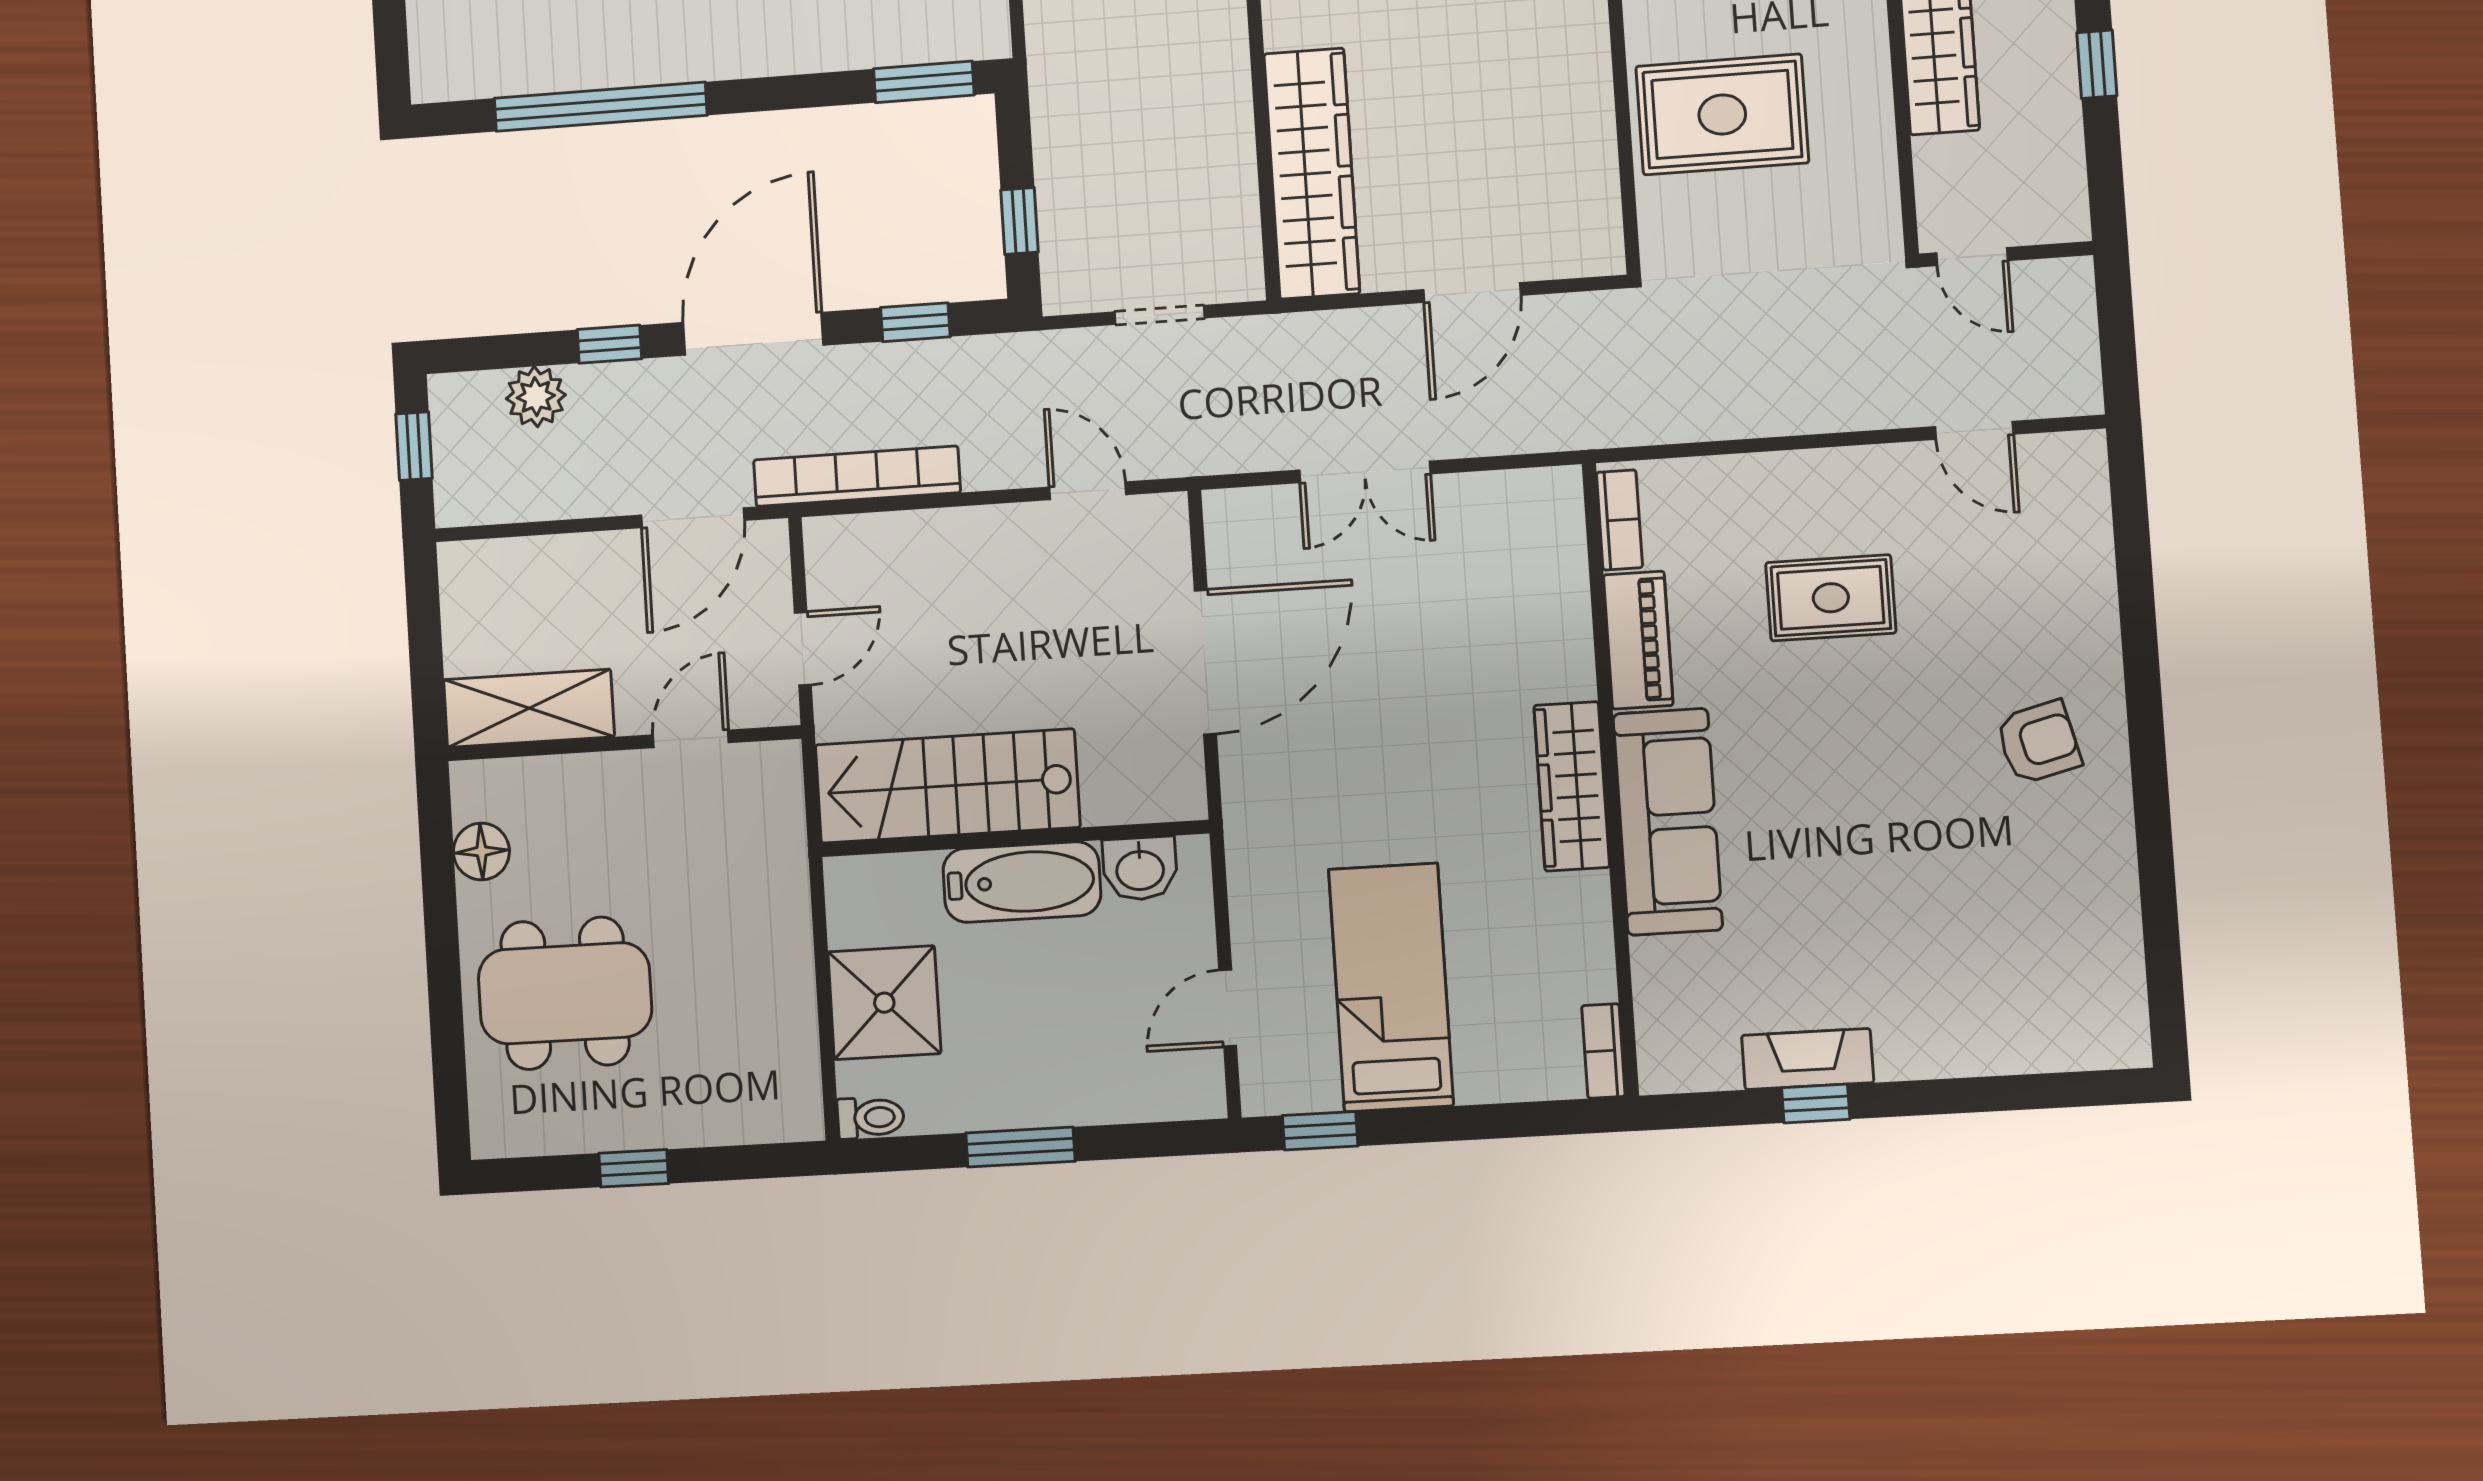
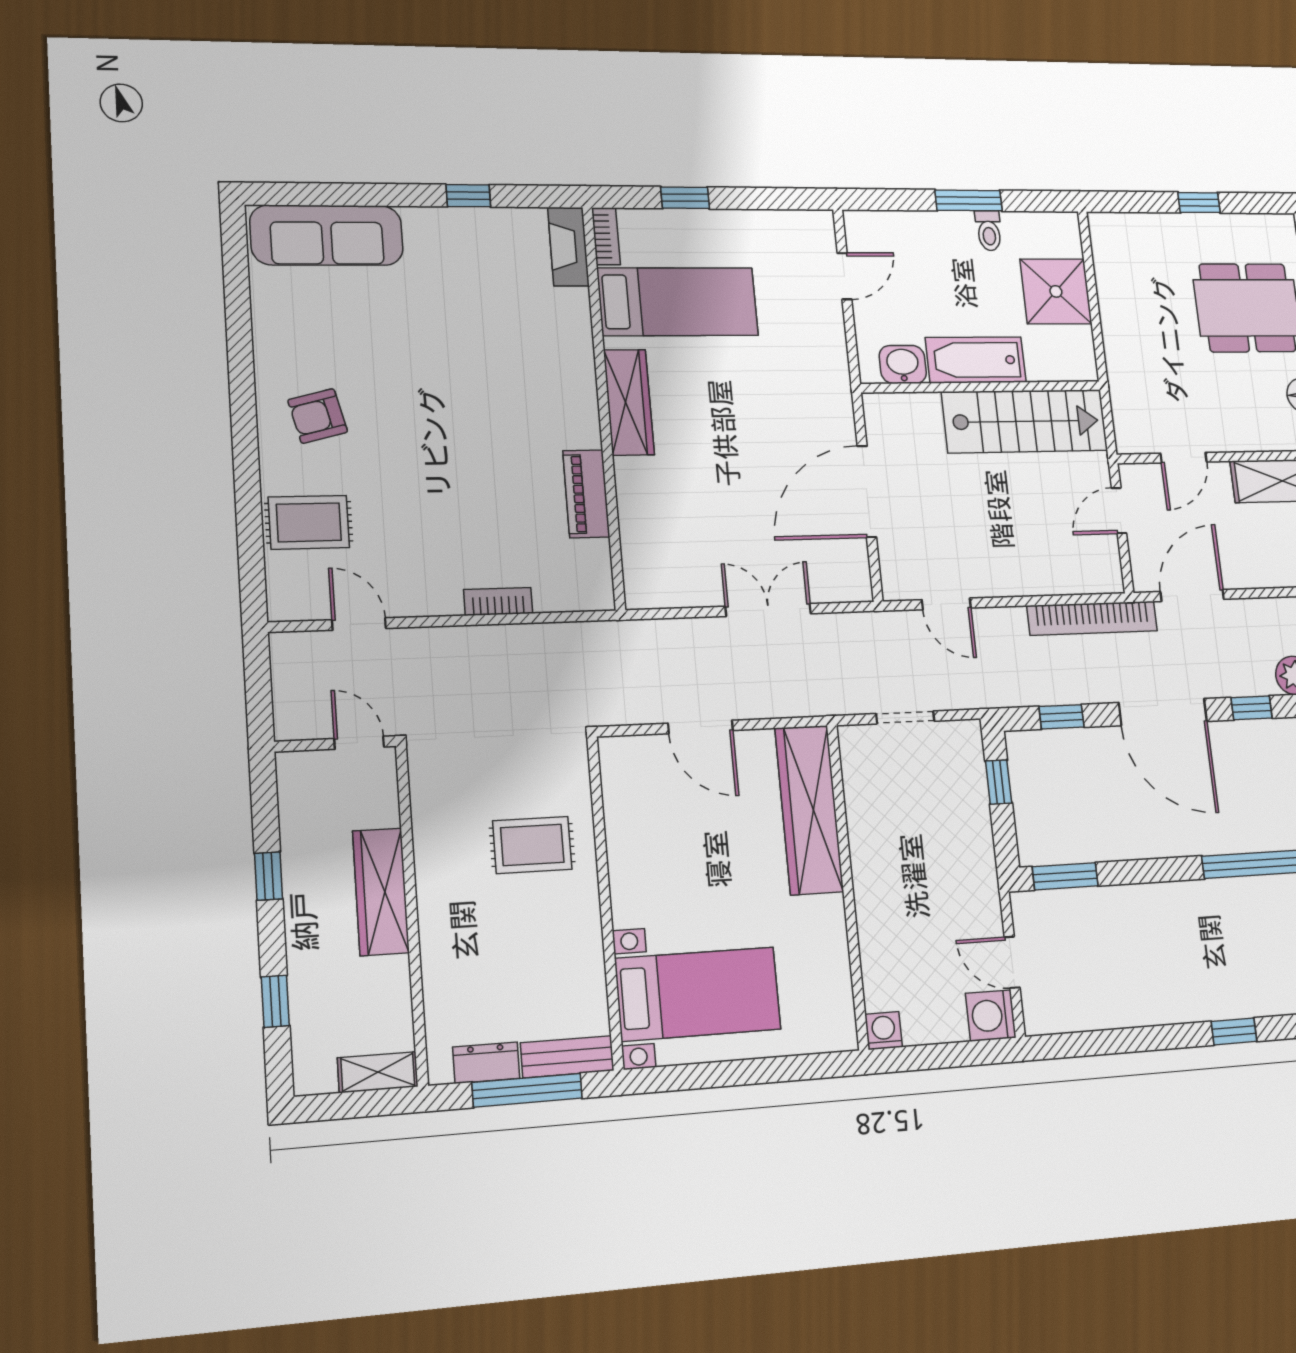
rug: (1722, 114) -> (532, 845), width x0.73, depth x0.70
door: (1472, 292) -> (700, 727), swing flipped
door: (753, 334) -> (1163, 712), hinge flipped
bookcase: (1619, 520) -> (498, 602), moved, turned 90
rug: (1831, 598) -> (309, 522), moved
sofa: (1668, 822) -> (327, 235), moved, turned -90
bed: (1391, 987) -> (678, 302), moved, turned -90
fireplace: (1808, 1059) -> (568, 247), moved, turned 90
toilet: (871, 1118) -> (989, 231), moved, turned -90
window: (1320, 1131) -> (685, 198), moved

